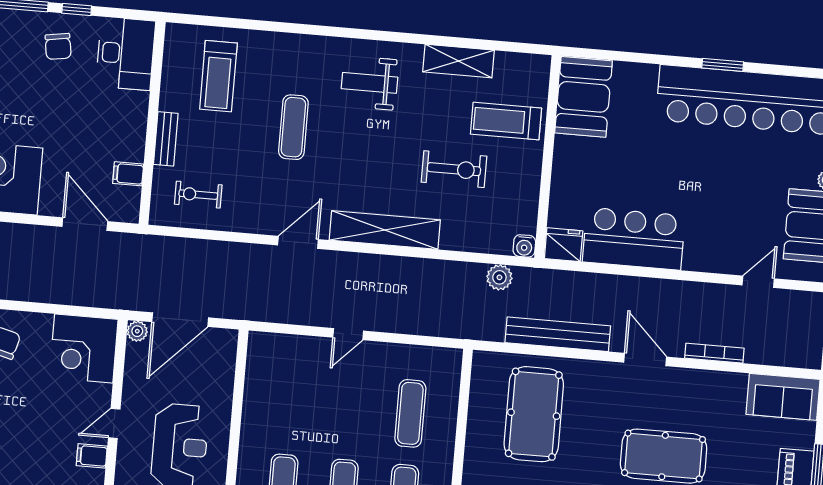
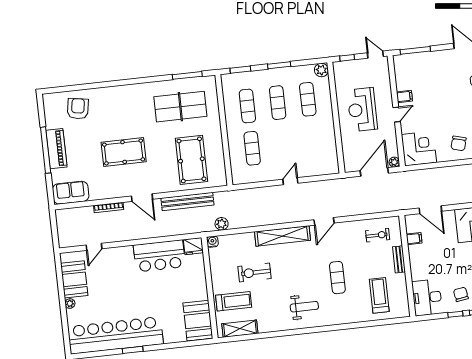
shelving: (459, 61) -> (240, 329), moved

